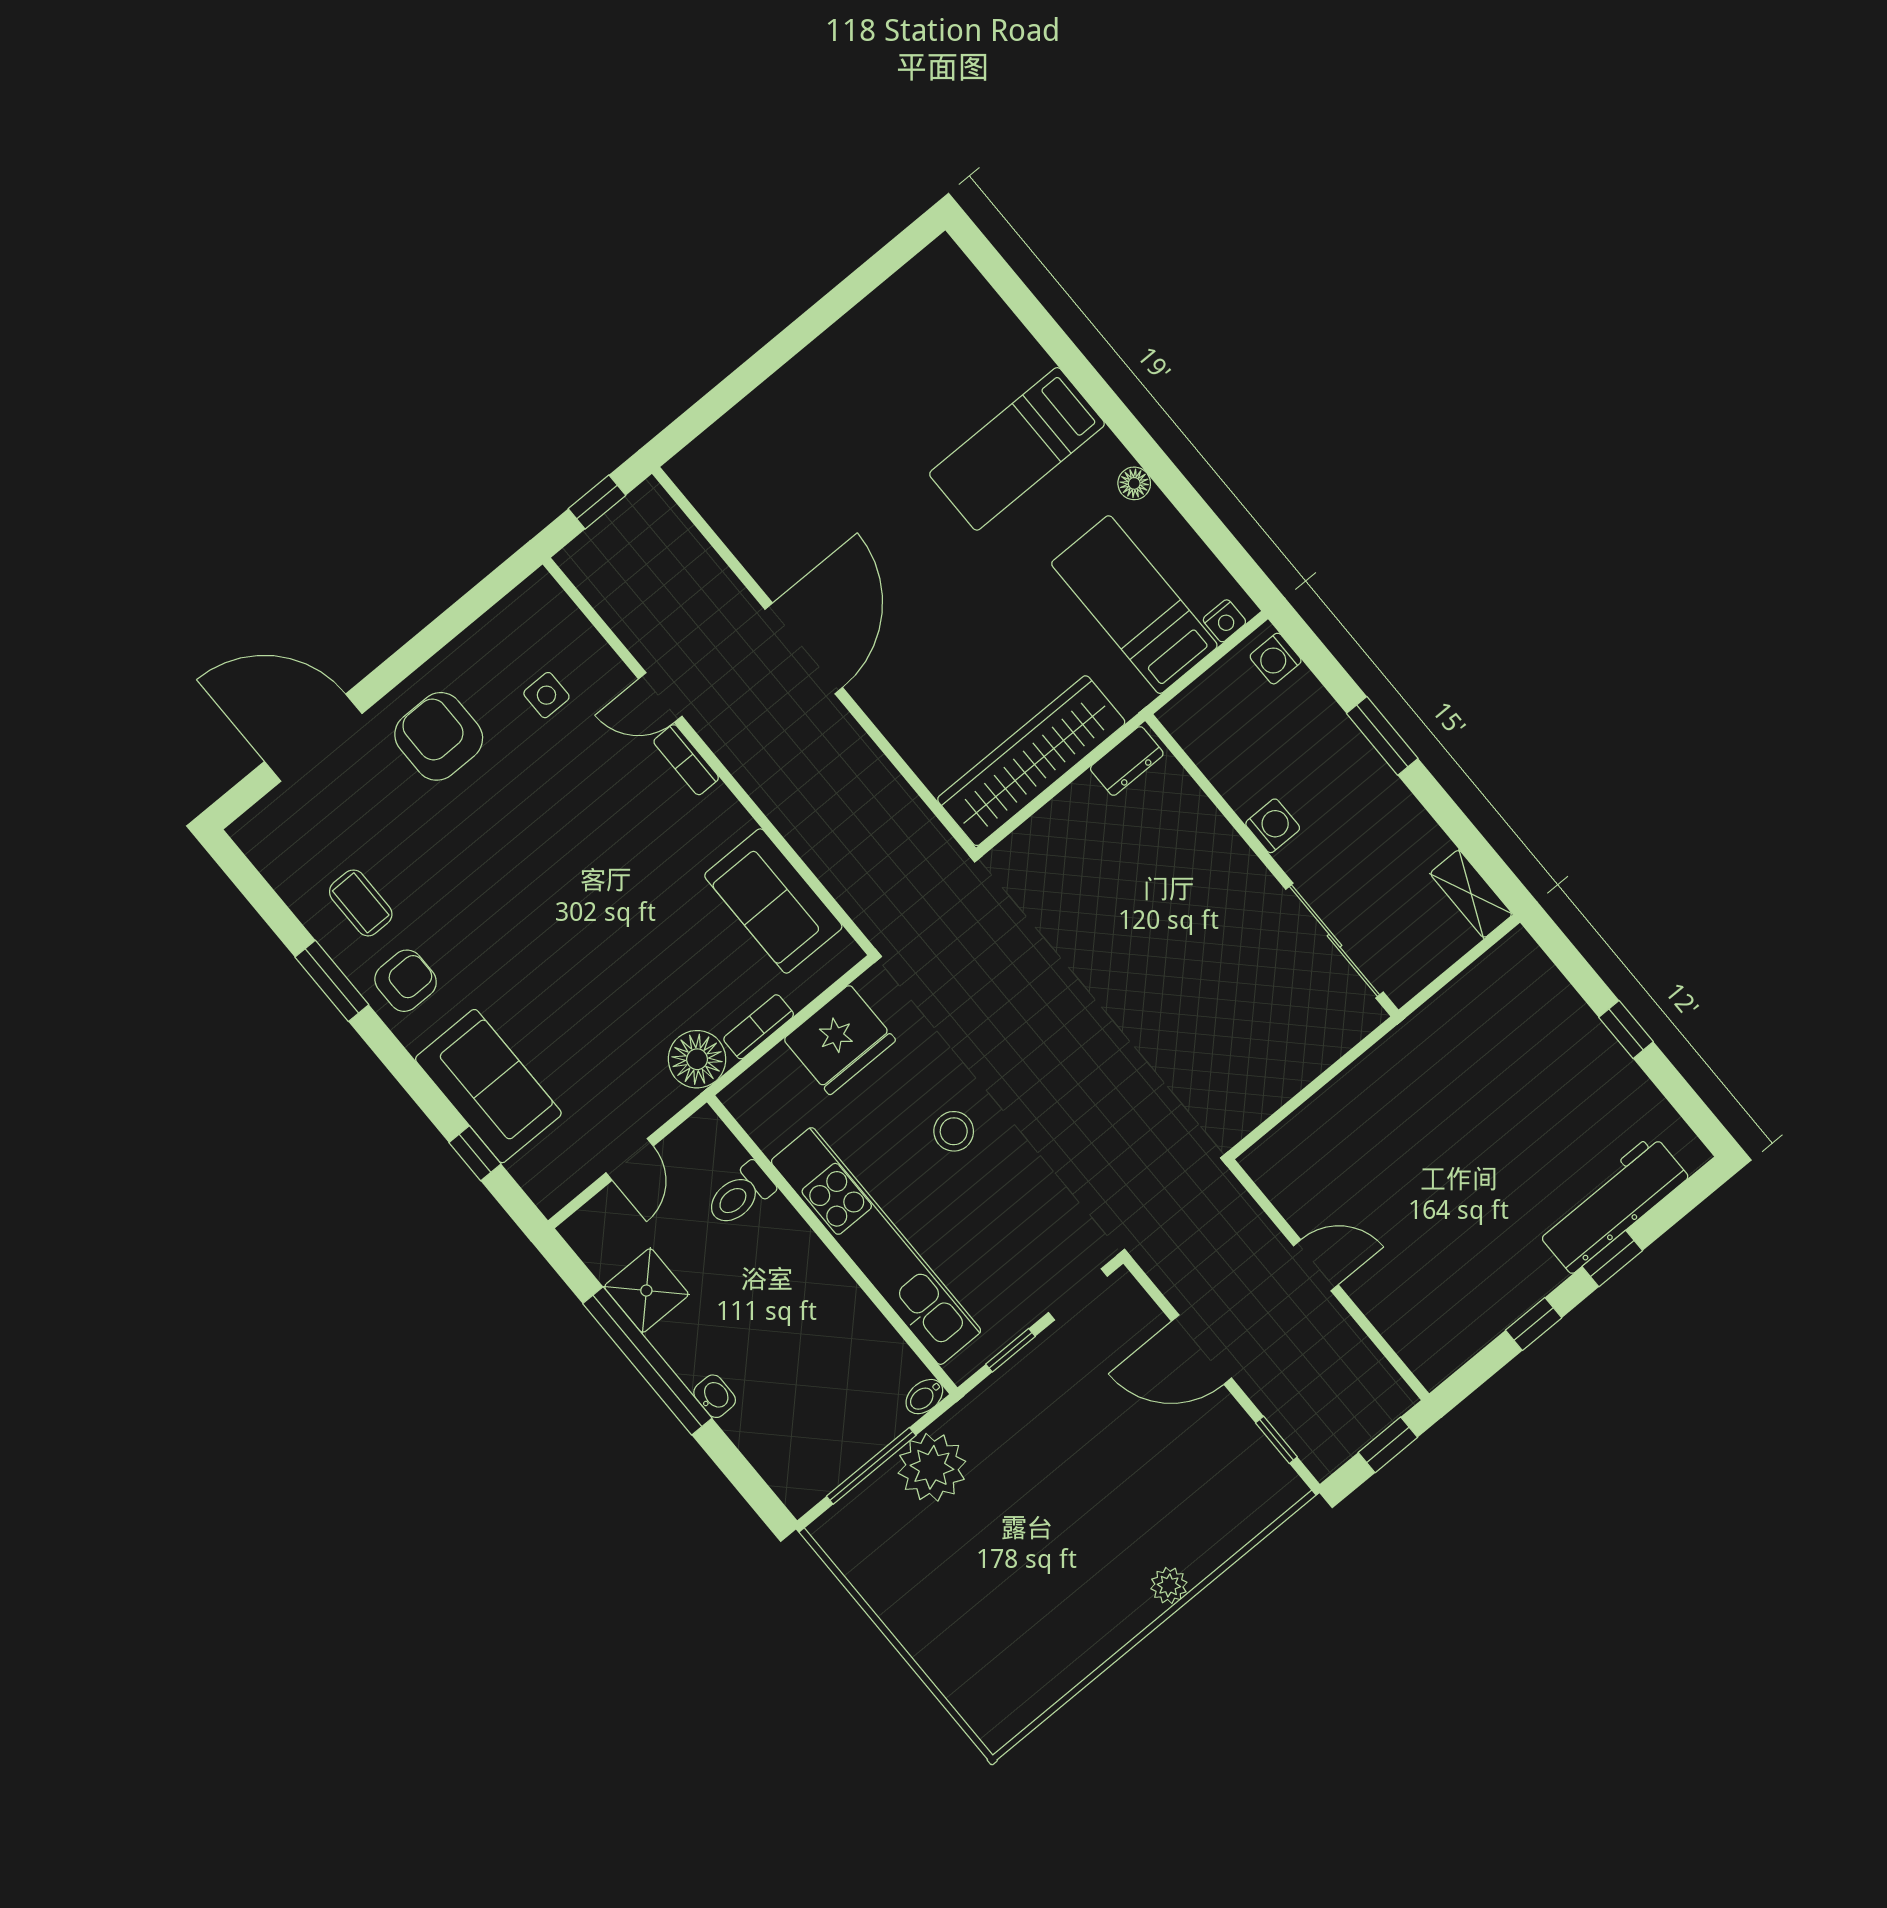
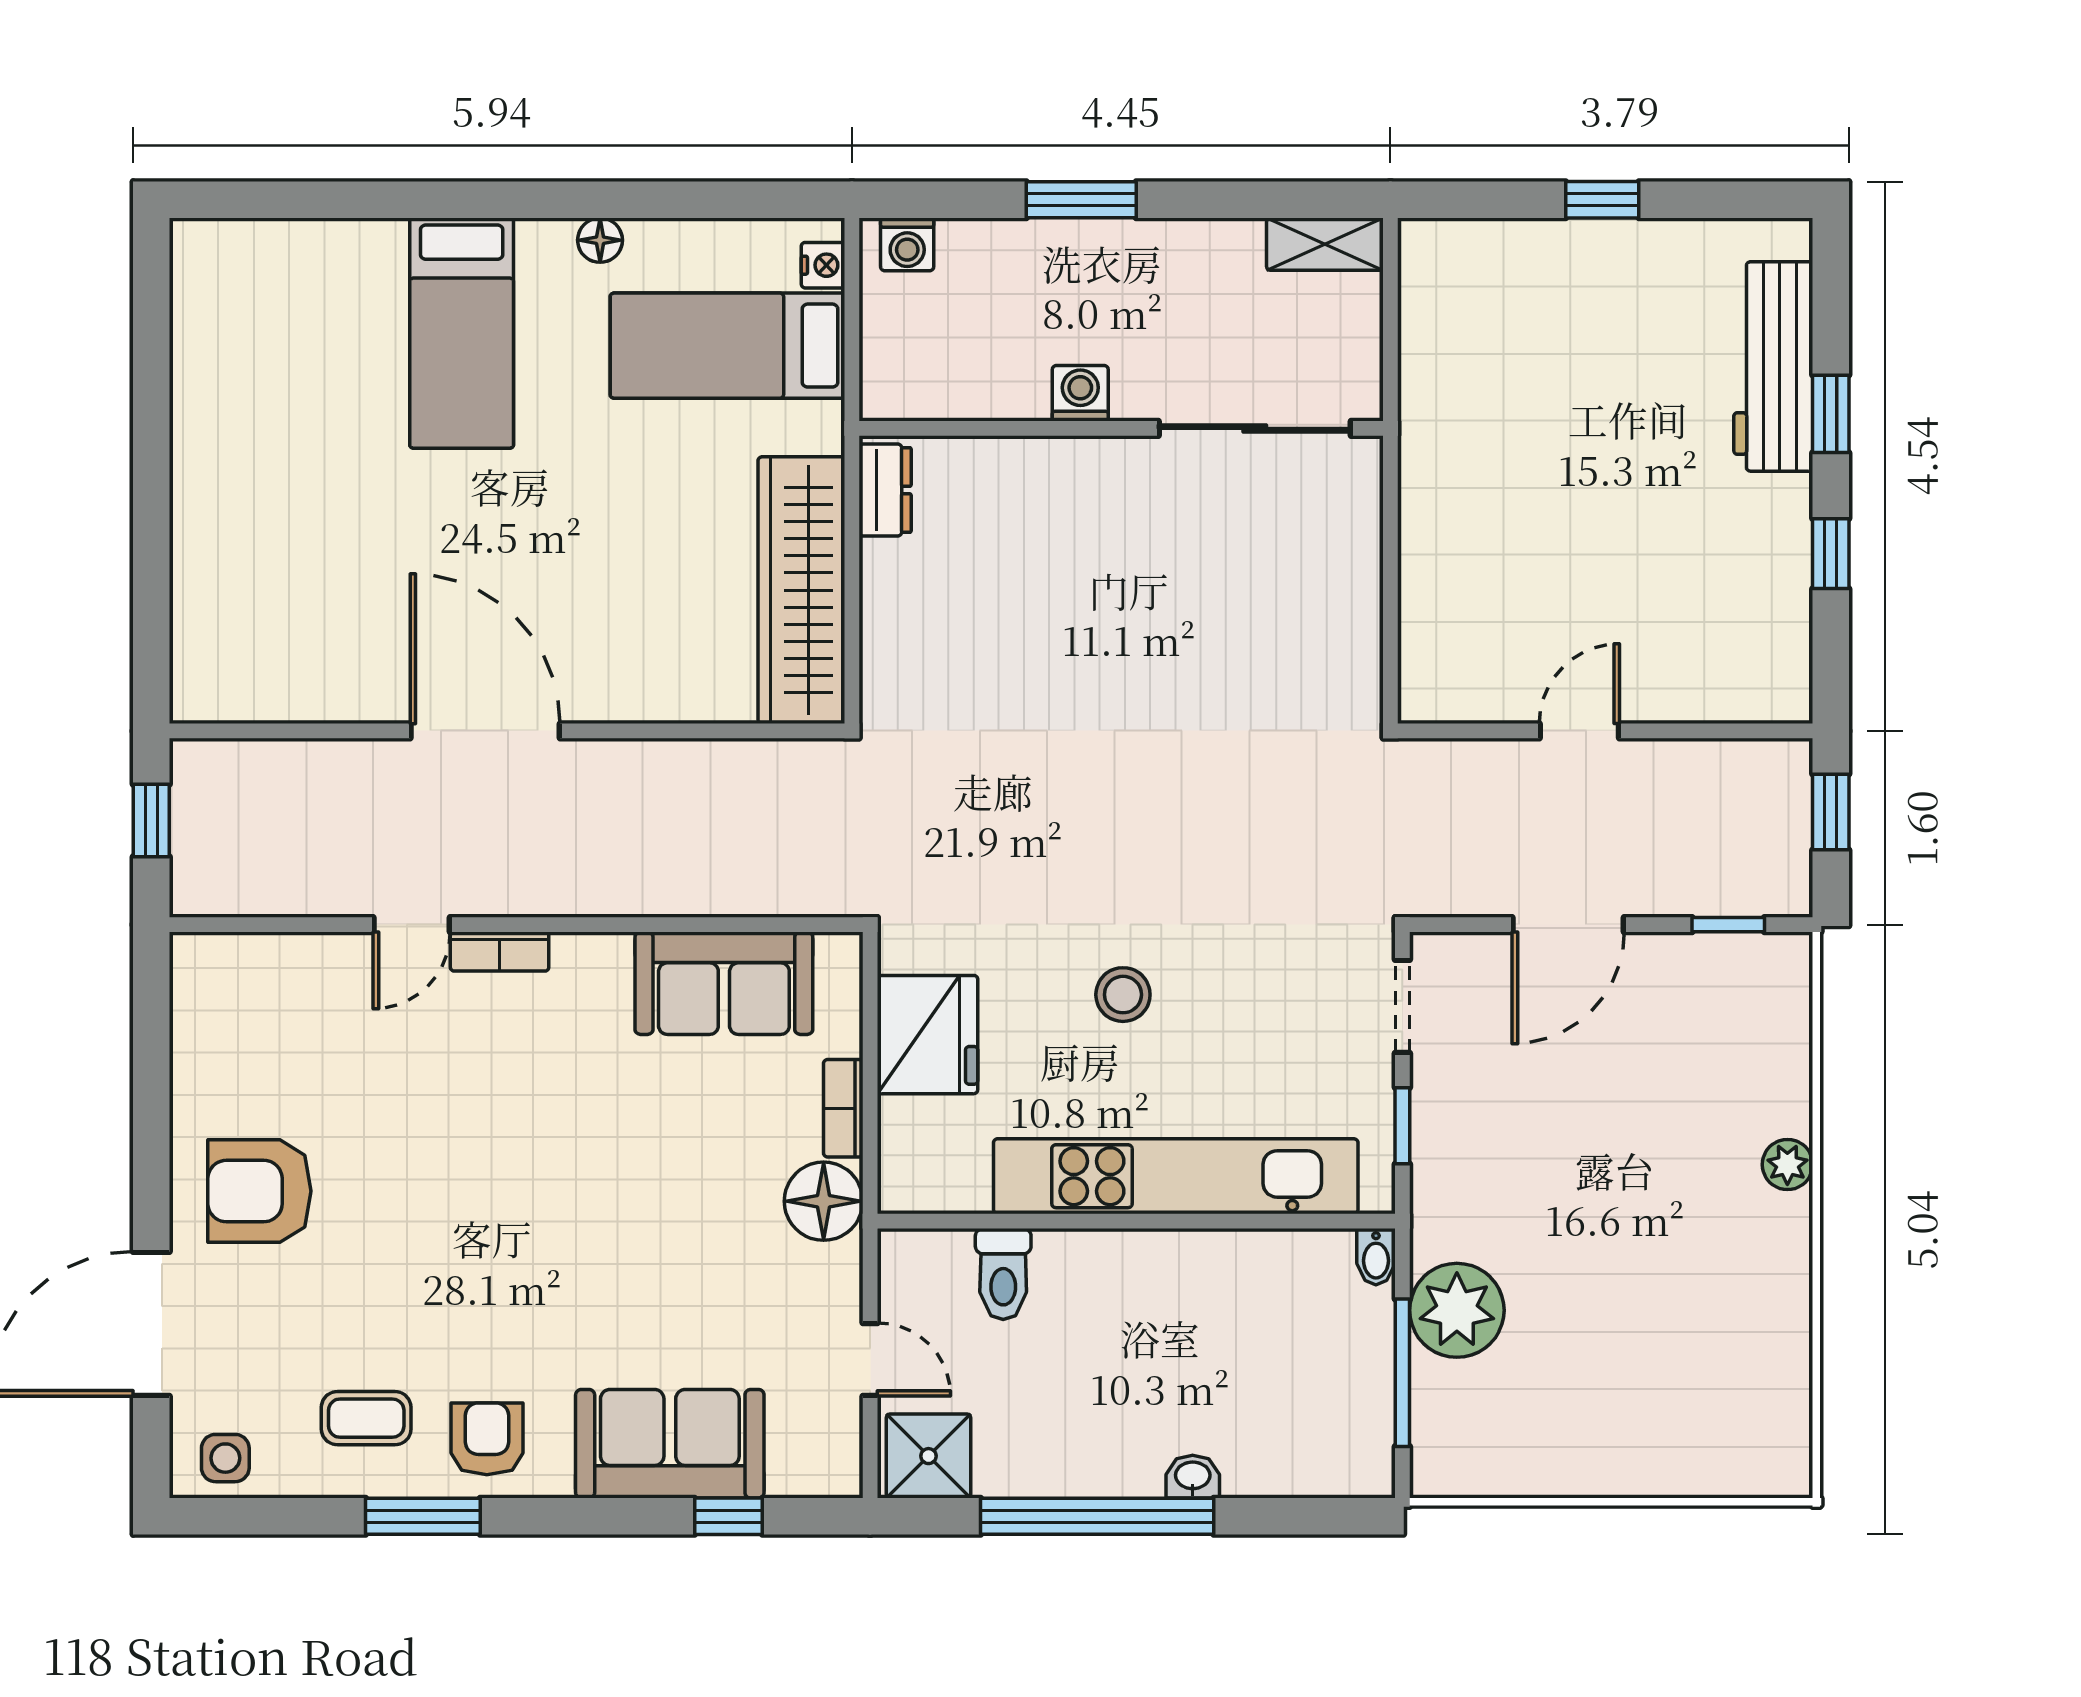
side table: (546, 695) -> (225, 1458), moved
shower: (646, 1290) -> (928, 1456), moved

